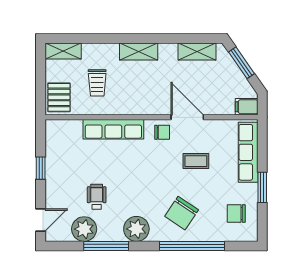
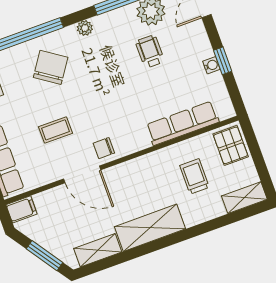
shelving: (139, 52) -> (150, 228), width x1.50, depth x1.33
row of seats: (113, 129) -> (183, 123), moved
water cooler: (51, 168) -> (211, 65), added
wheelchair: (97, 197) -> (150, 52), turned 180
plant: (136, 229) -> (85, 28), width x0.53, depth x0.53

